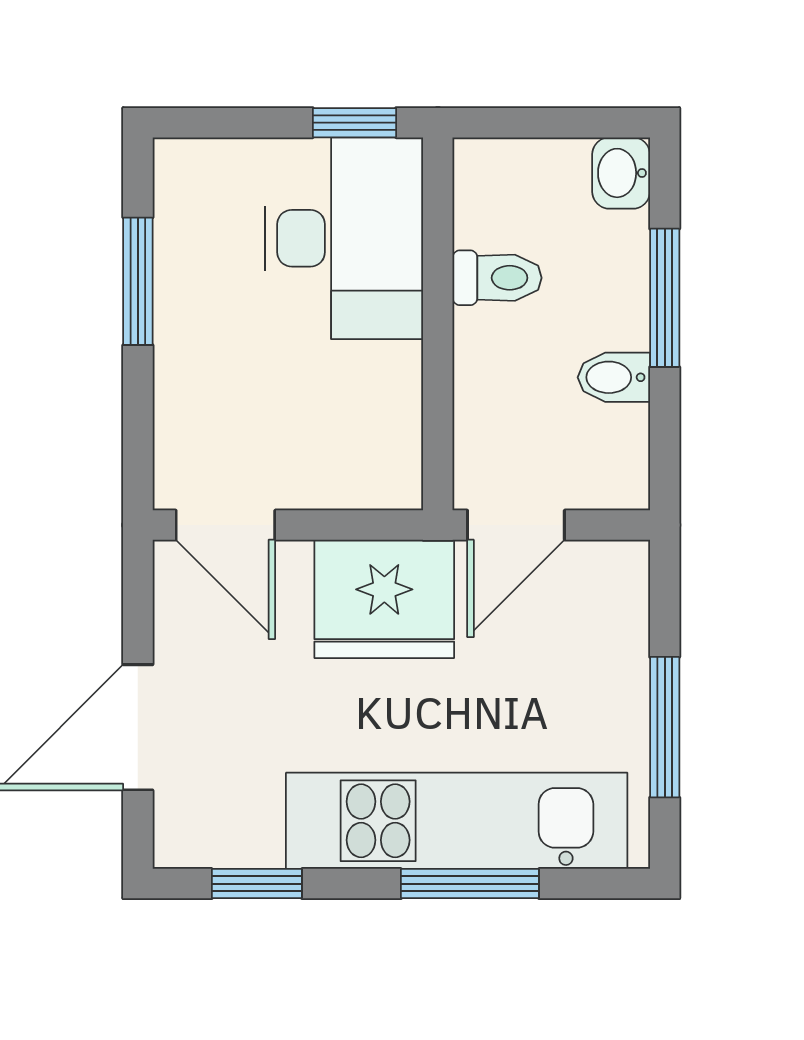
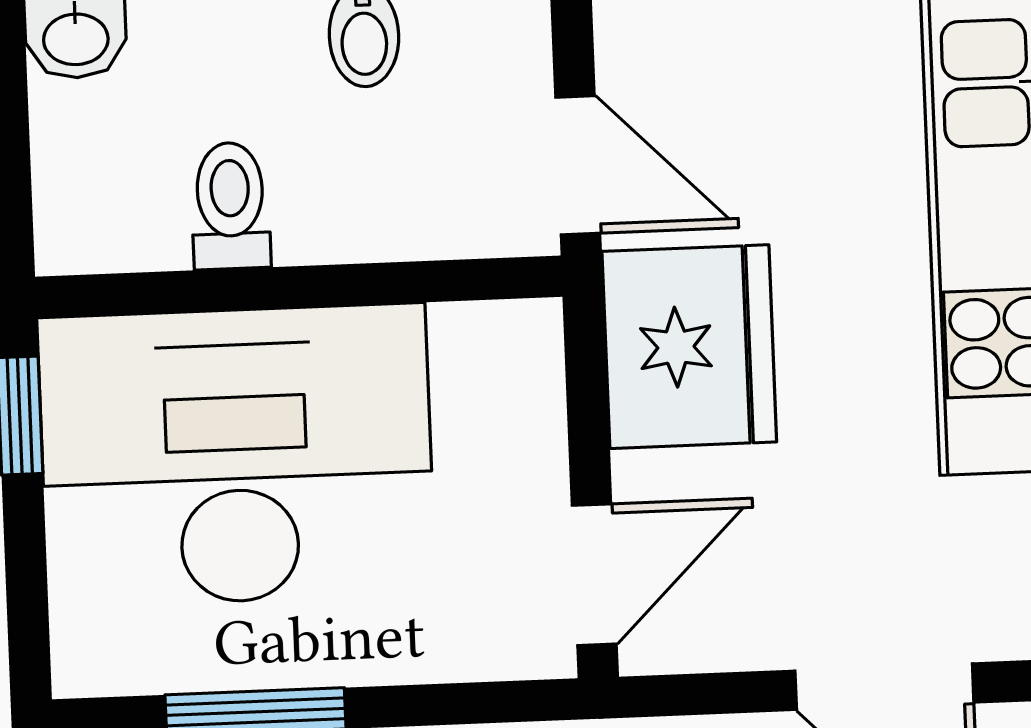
desk: (344, 238) -> (237, 455), width x1.36, depth x1.30

